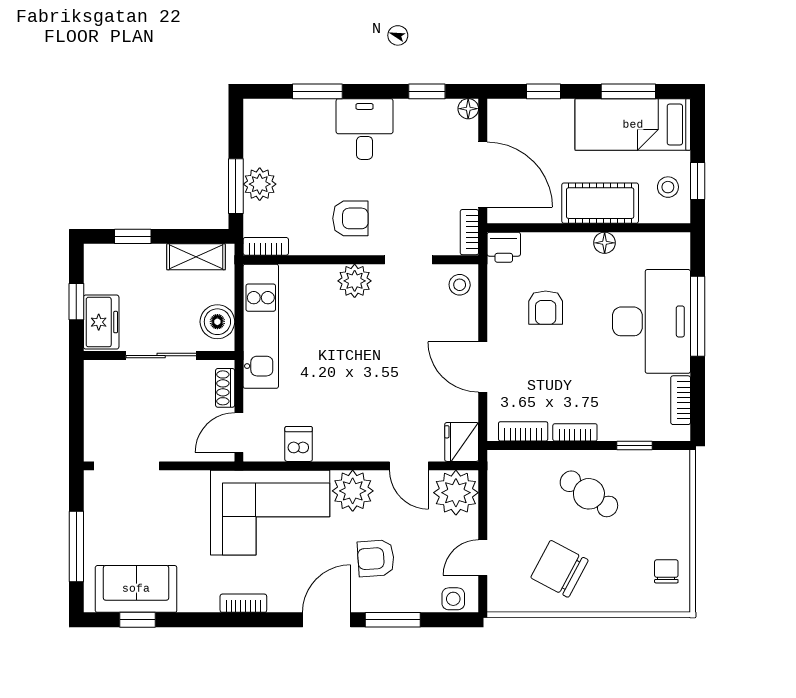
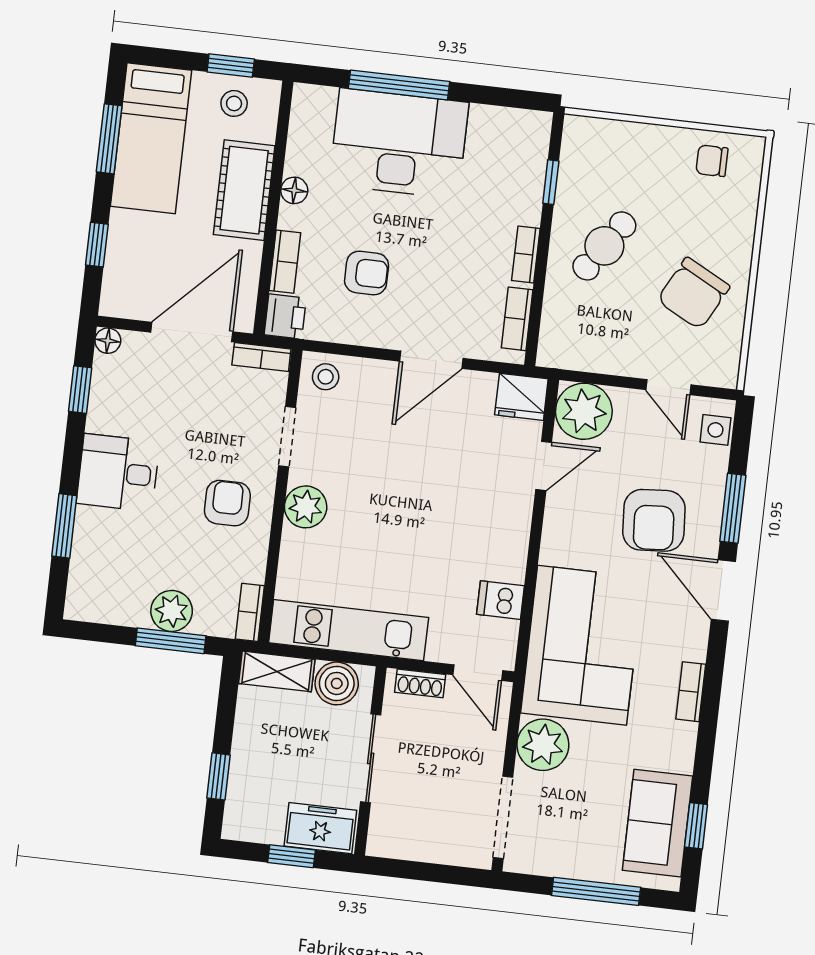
shelving: (196, 257) -> (277, 671), moved, turned 90
bookcase: (681, 400) -> (285, 262), moved, turned -90
plant: (353, 491) -> (543, 745), moved
armchair: (376, 558) -> (654, 520), width x1.38, depth x1.38

